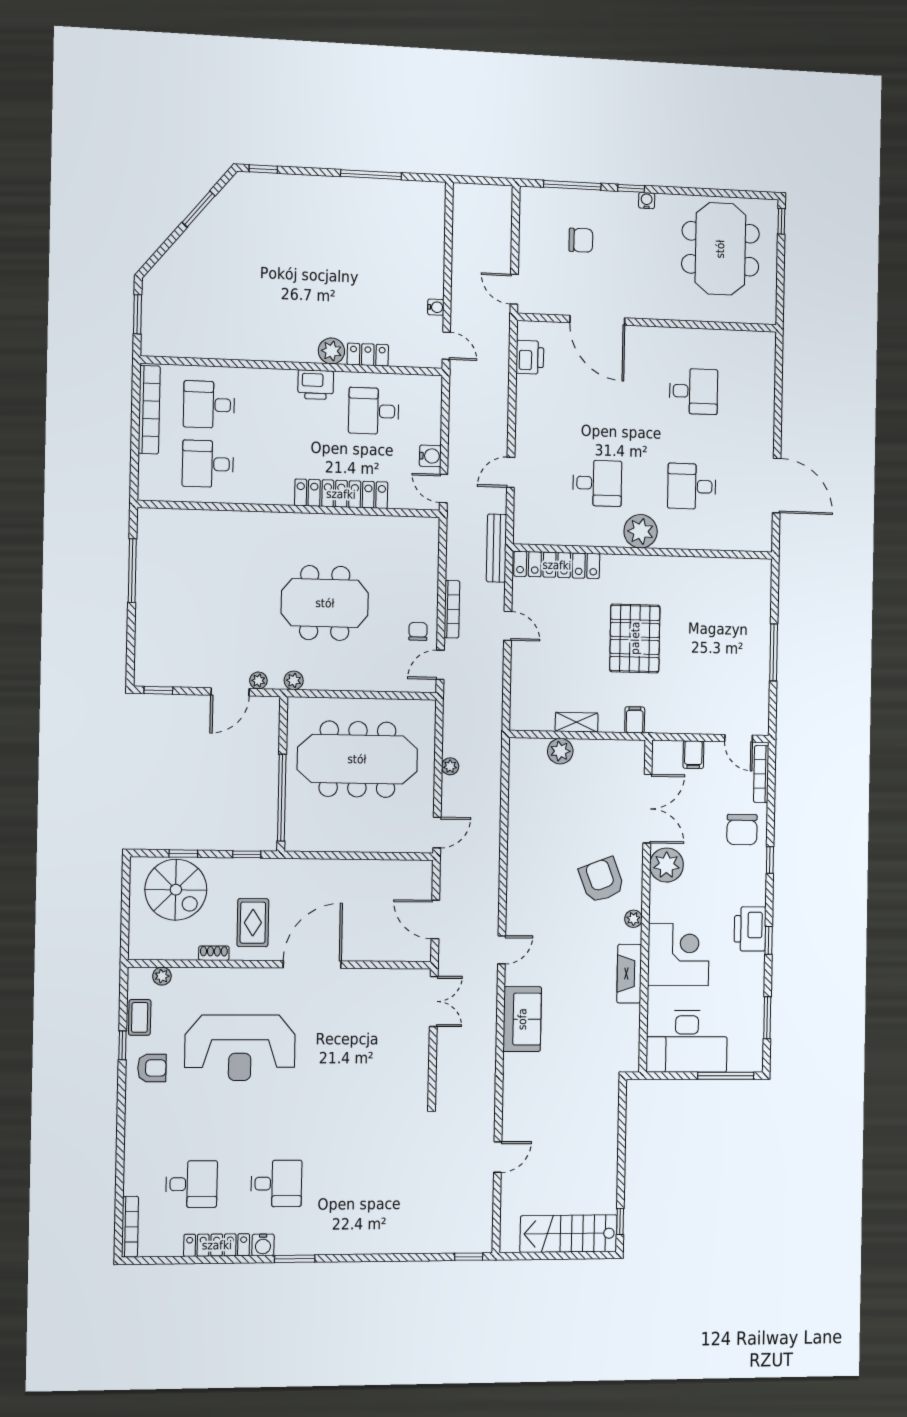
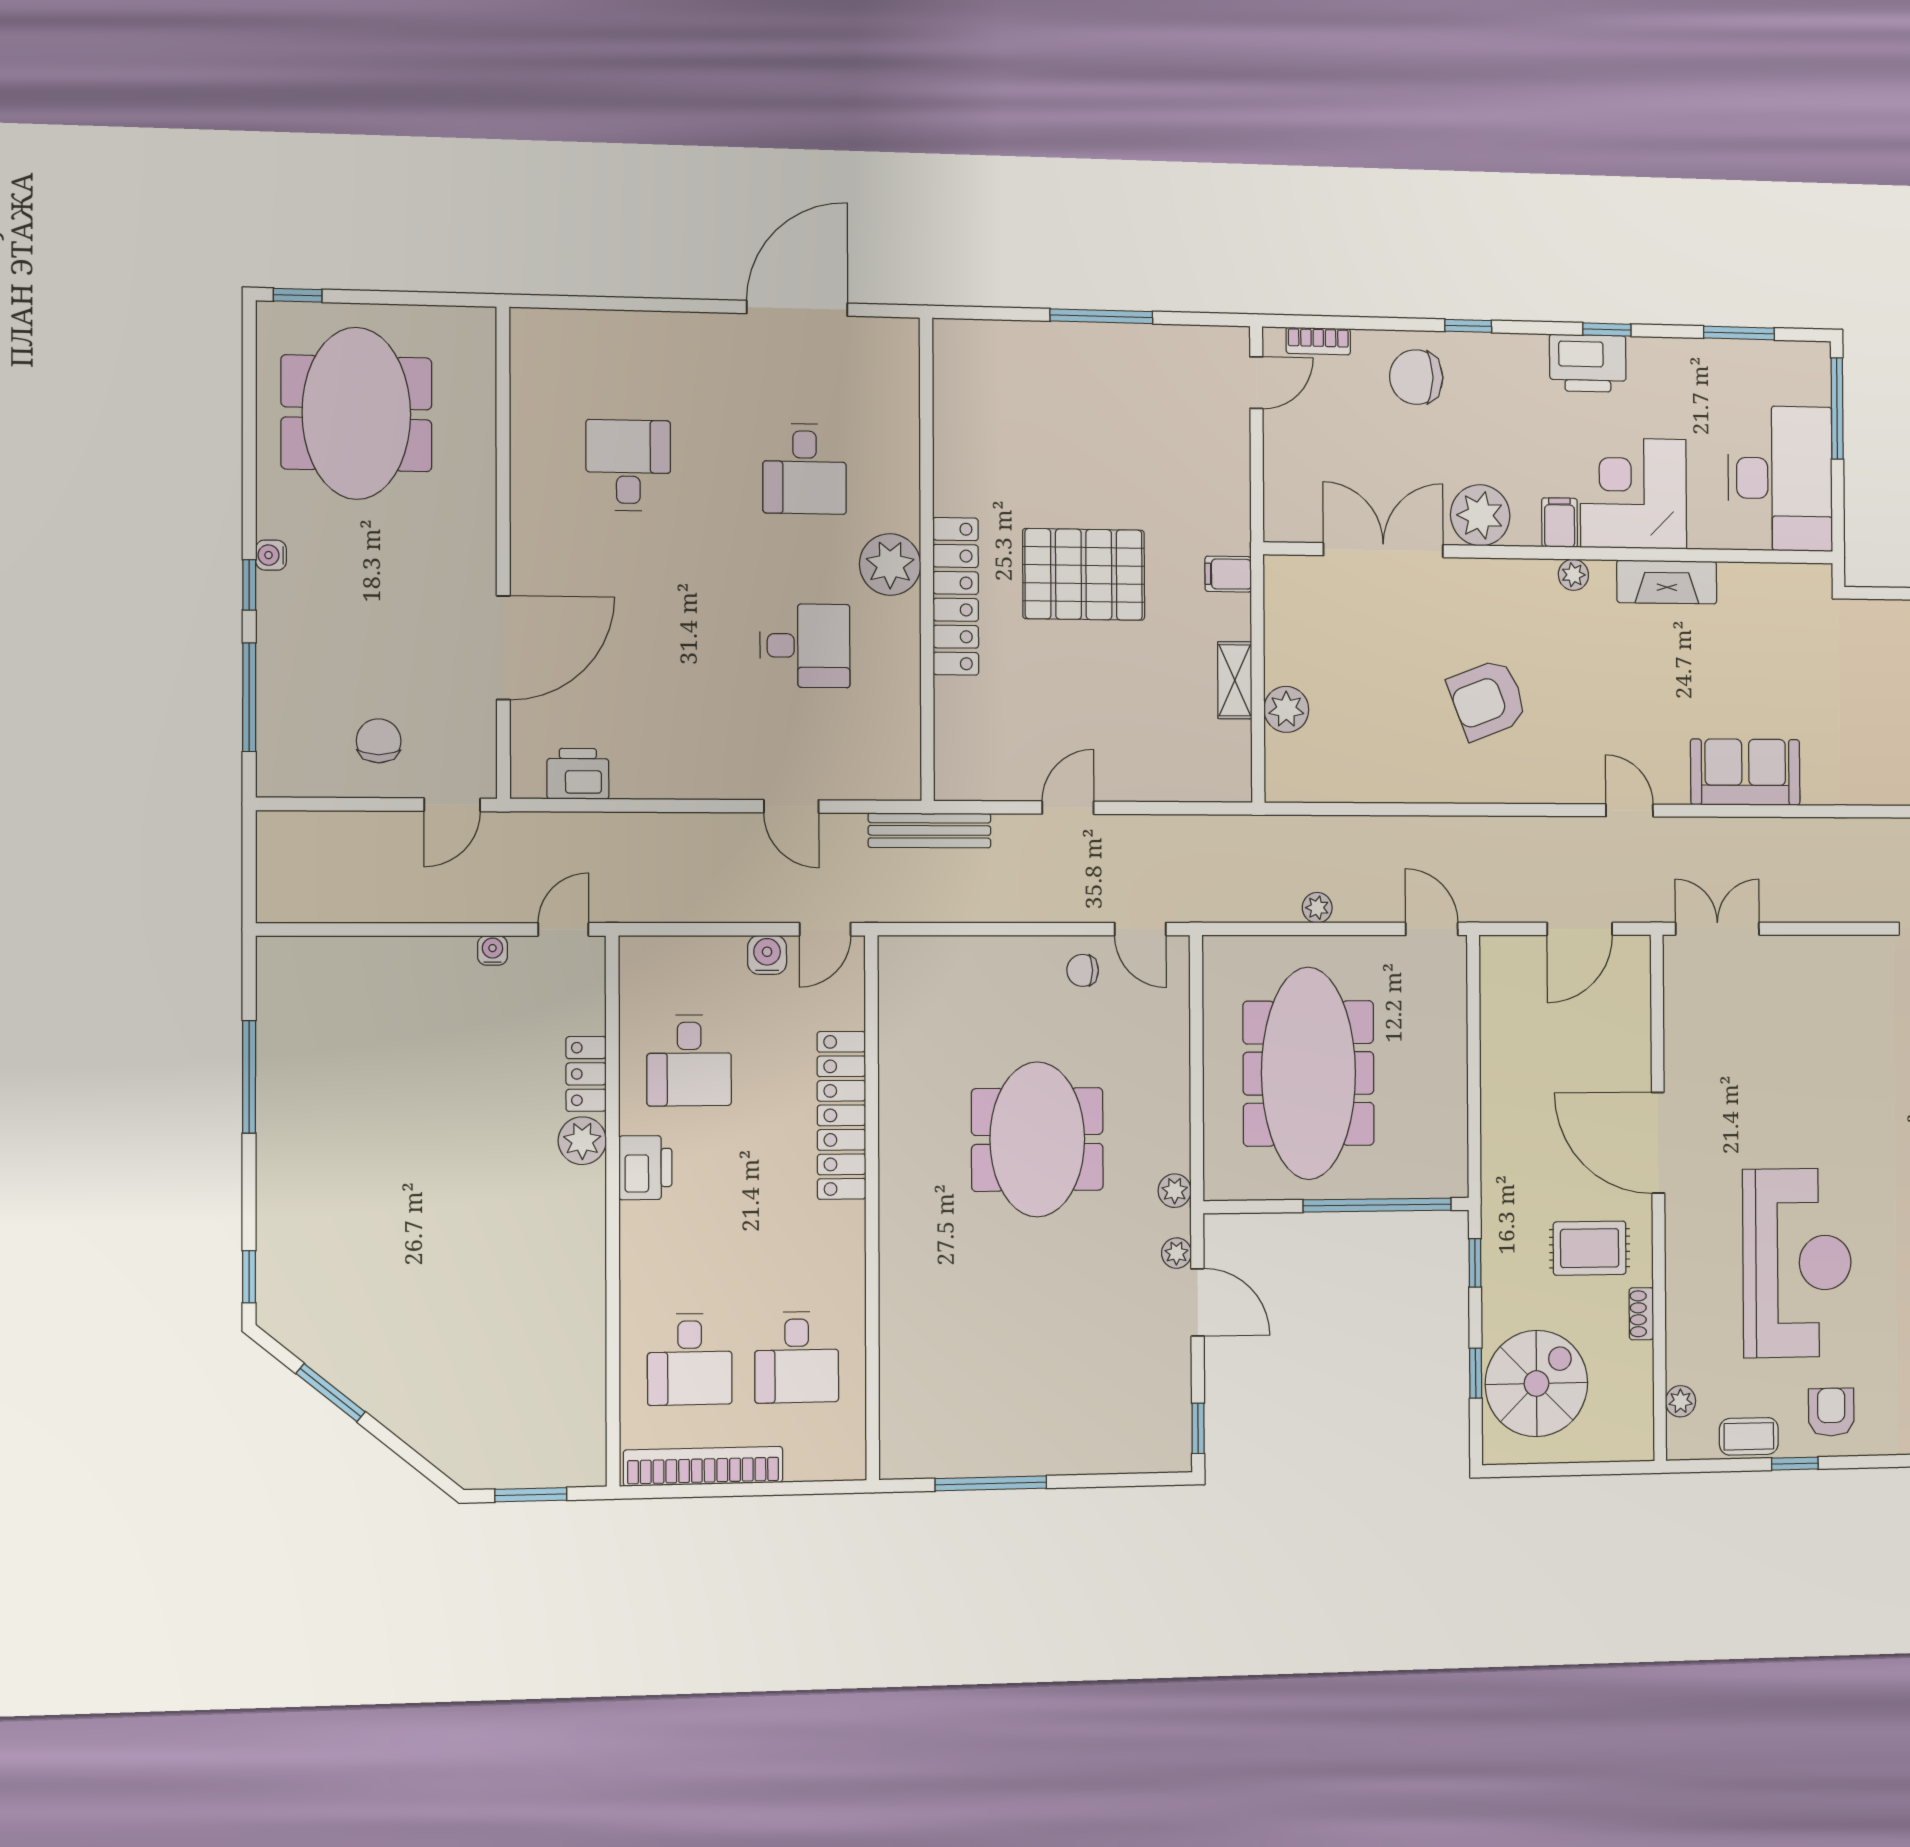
chair: (581, 240) -> (379, 741), moved
meeting table: (720, 249) -> (356, 413), turned 90
desk: (597, 483) -> (805, 646), turned 90
locker: (557, 565) -> (956, 596), moved
bookcase: (452, 609) -> (1041, 910), removed
filing cabinet: (693, 755) -> (1560, 523), moved, turned -90
bookcase: (761, 774) -> (1318, 341), width x0.64
chair: (742, 830) -> (1416, 377), turned 180
armchair: (602, 880) -> (1487, 700), moved

